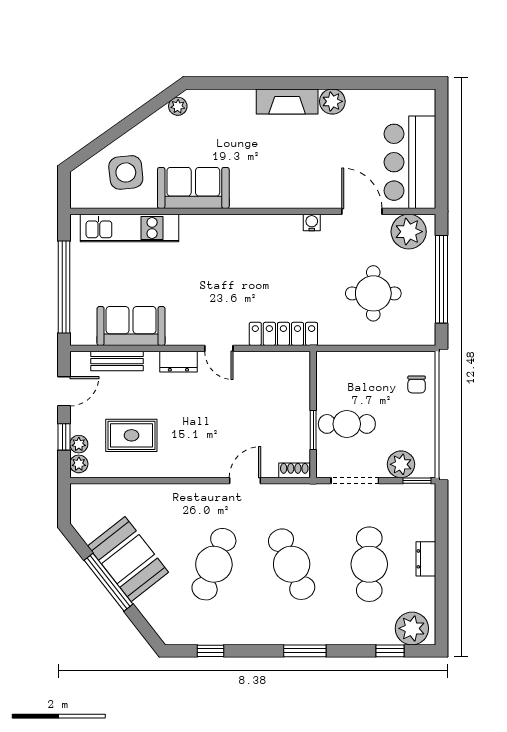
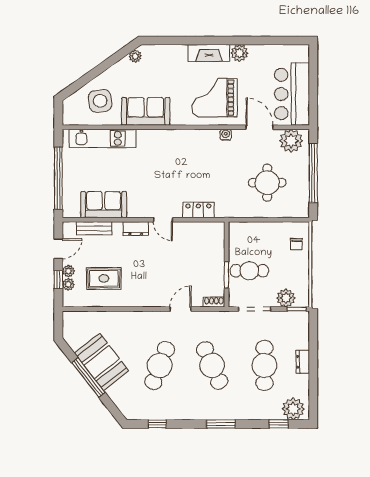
grand piano: (295, 167) -> (214, 98), added
locker: (283, 334) -> (198, 210), width x0.66
plant: (79, 464) -> (68, 271), moved

